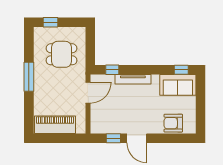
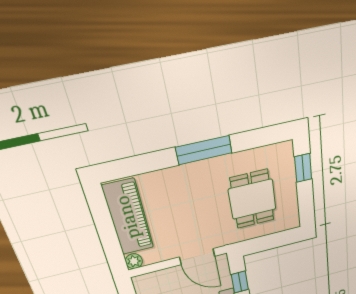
plant: (81, 129) -> (134, 261), added

